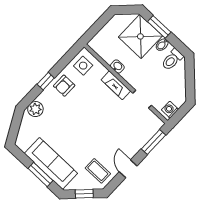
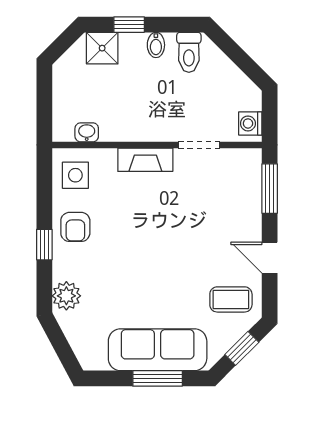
window: (159, 27) -> (129, 25), width x0.67
shower: (140, 36) -> (102, 48), width x0.54, depth x0.54
washbasin: (117, 66) -> (87, 132), moved

